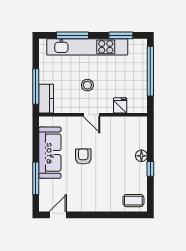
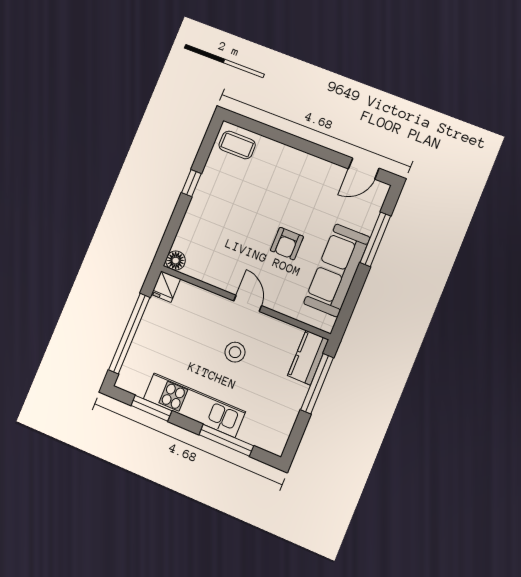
kitchen unit: (87, 47) -> (194, 405), width x0.73
fridge: (120, 105) -> (166, 287), moved
floor lamp: (141, 156) -> (176, 261), moved

